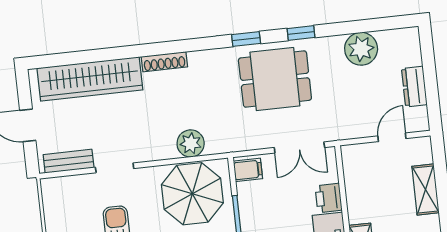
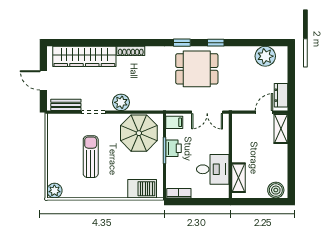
plant: (361, 49) -> (265, 56), moved
dresser: (414, 87) -> (281, 95), moved
plant: (191, 143) -> (121, 102), moved
shelving: (426, 190) -> (281, 129), moved
printer: (329, 198) -> (173, 148), moved, turned 180

